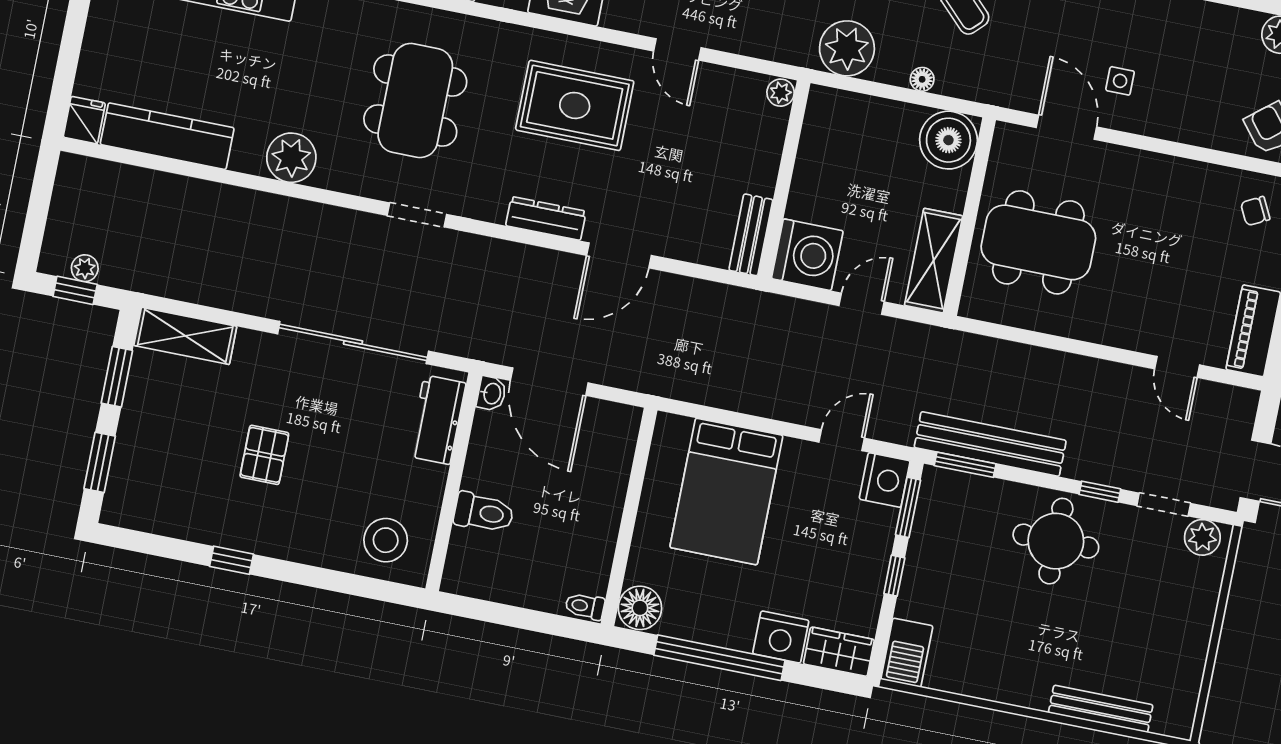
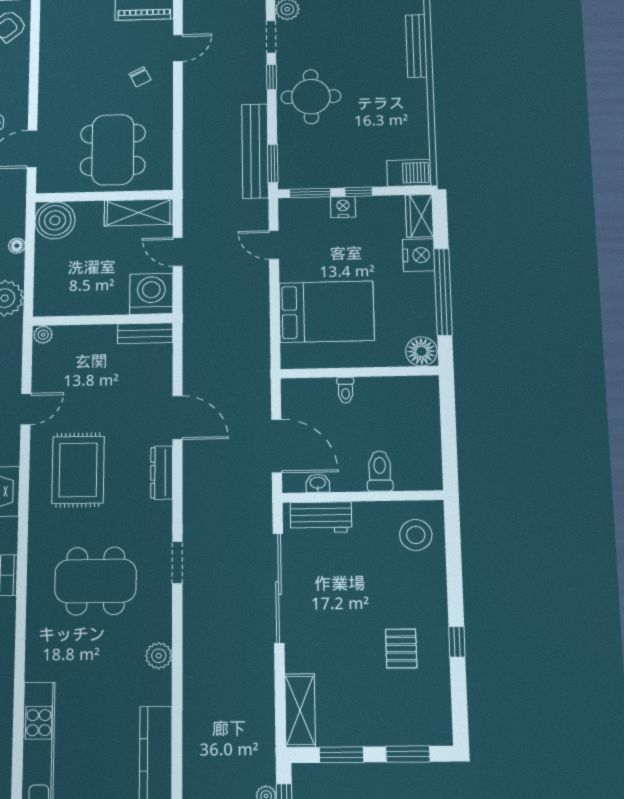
plant: (291, 158) -> (159, 656), width x0.73, depth x0.73
chair: (1255, 211) -> (140, 77), moved
door: (549, 382) -> (277, 446), hinge flipped
washbasin: (492, 394) -> (318, 483), moved
pallet: (264, 455) -> (401, 648), moved, turned 90
nightstand: (885, 480) -> (343, 207), moved, width x0.74, depth x0.75
toilet: (585, 606) -> (345, 390), moved

